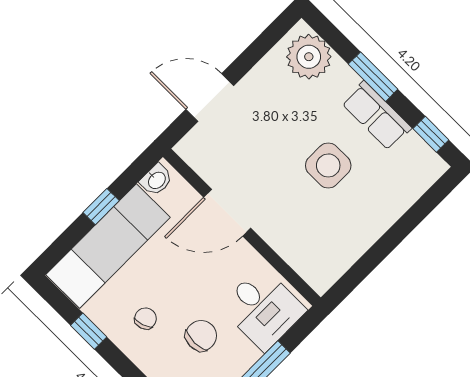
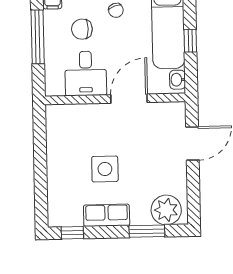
window: (373, 77) -> (147, 231), moved
desk: (263, 309) -> (86, 73), moved, turned -90
chair: (201, 336) -> (82, 29), turned 90

